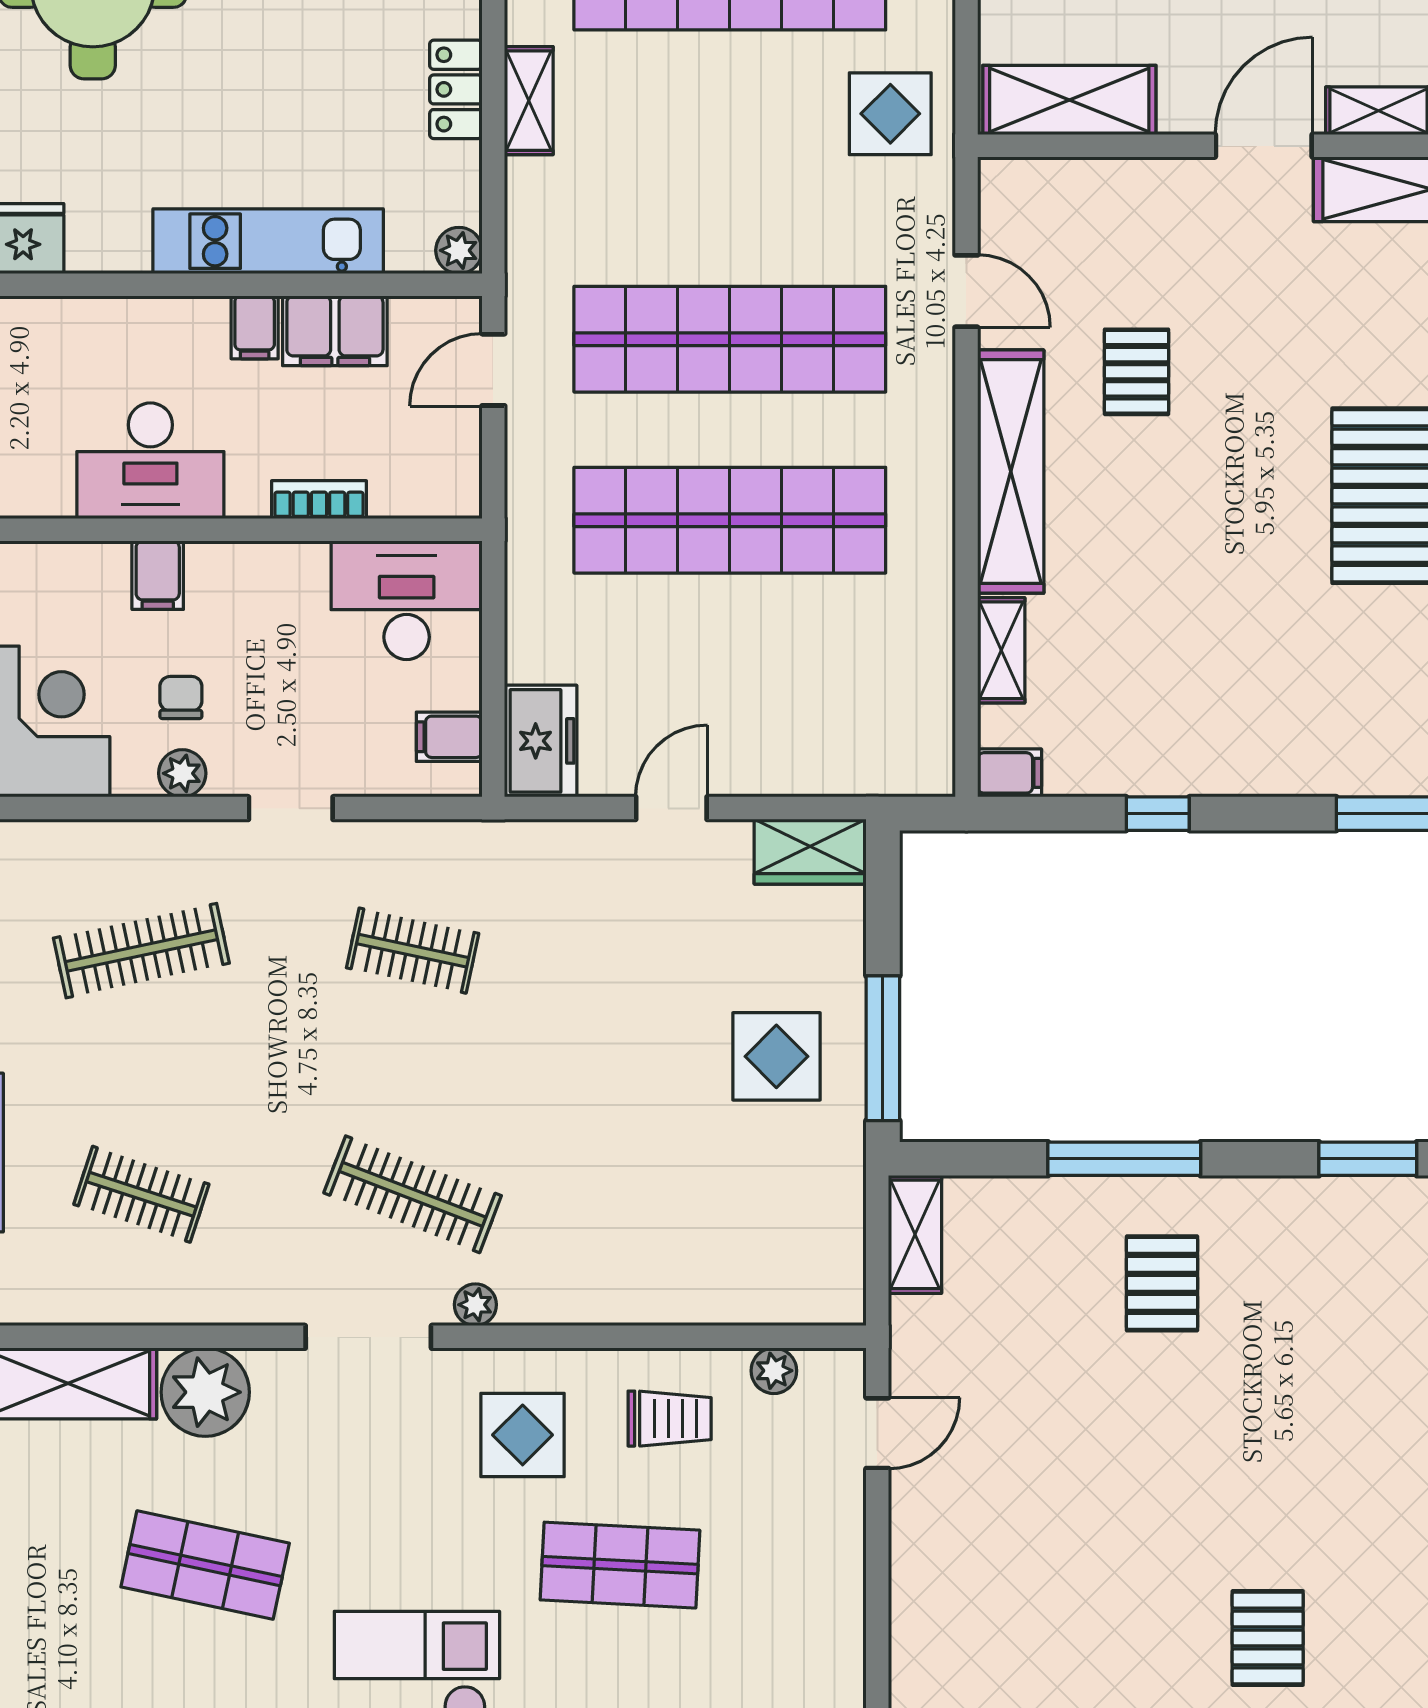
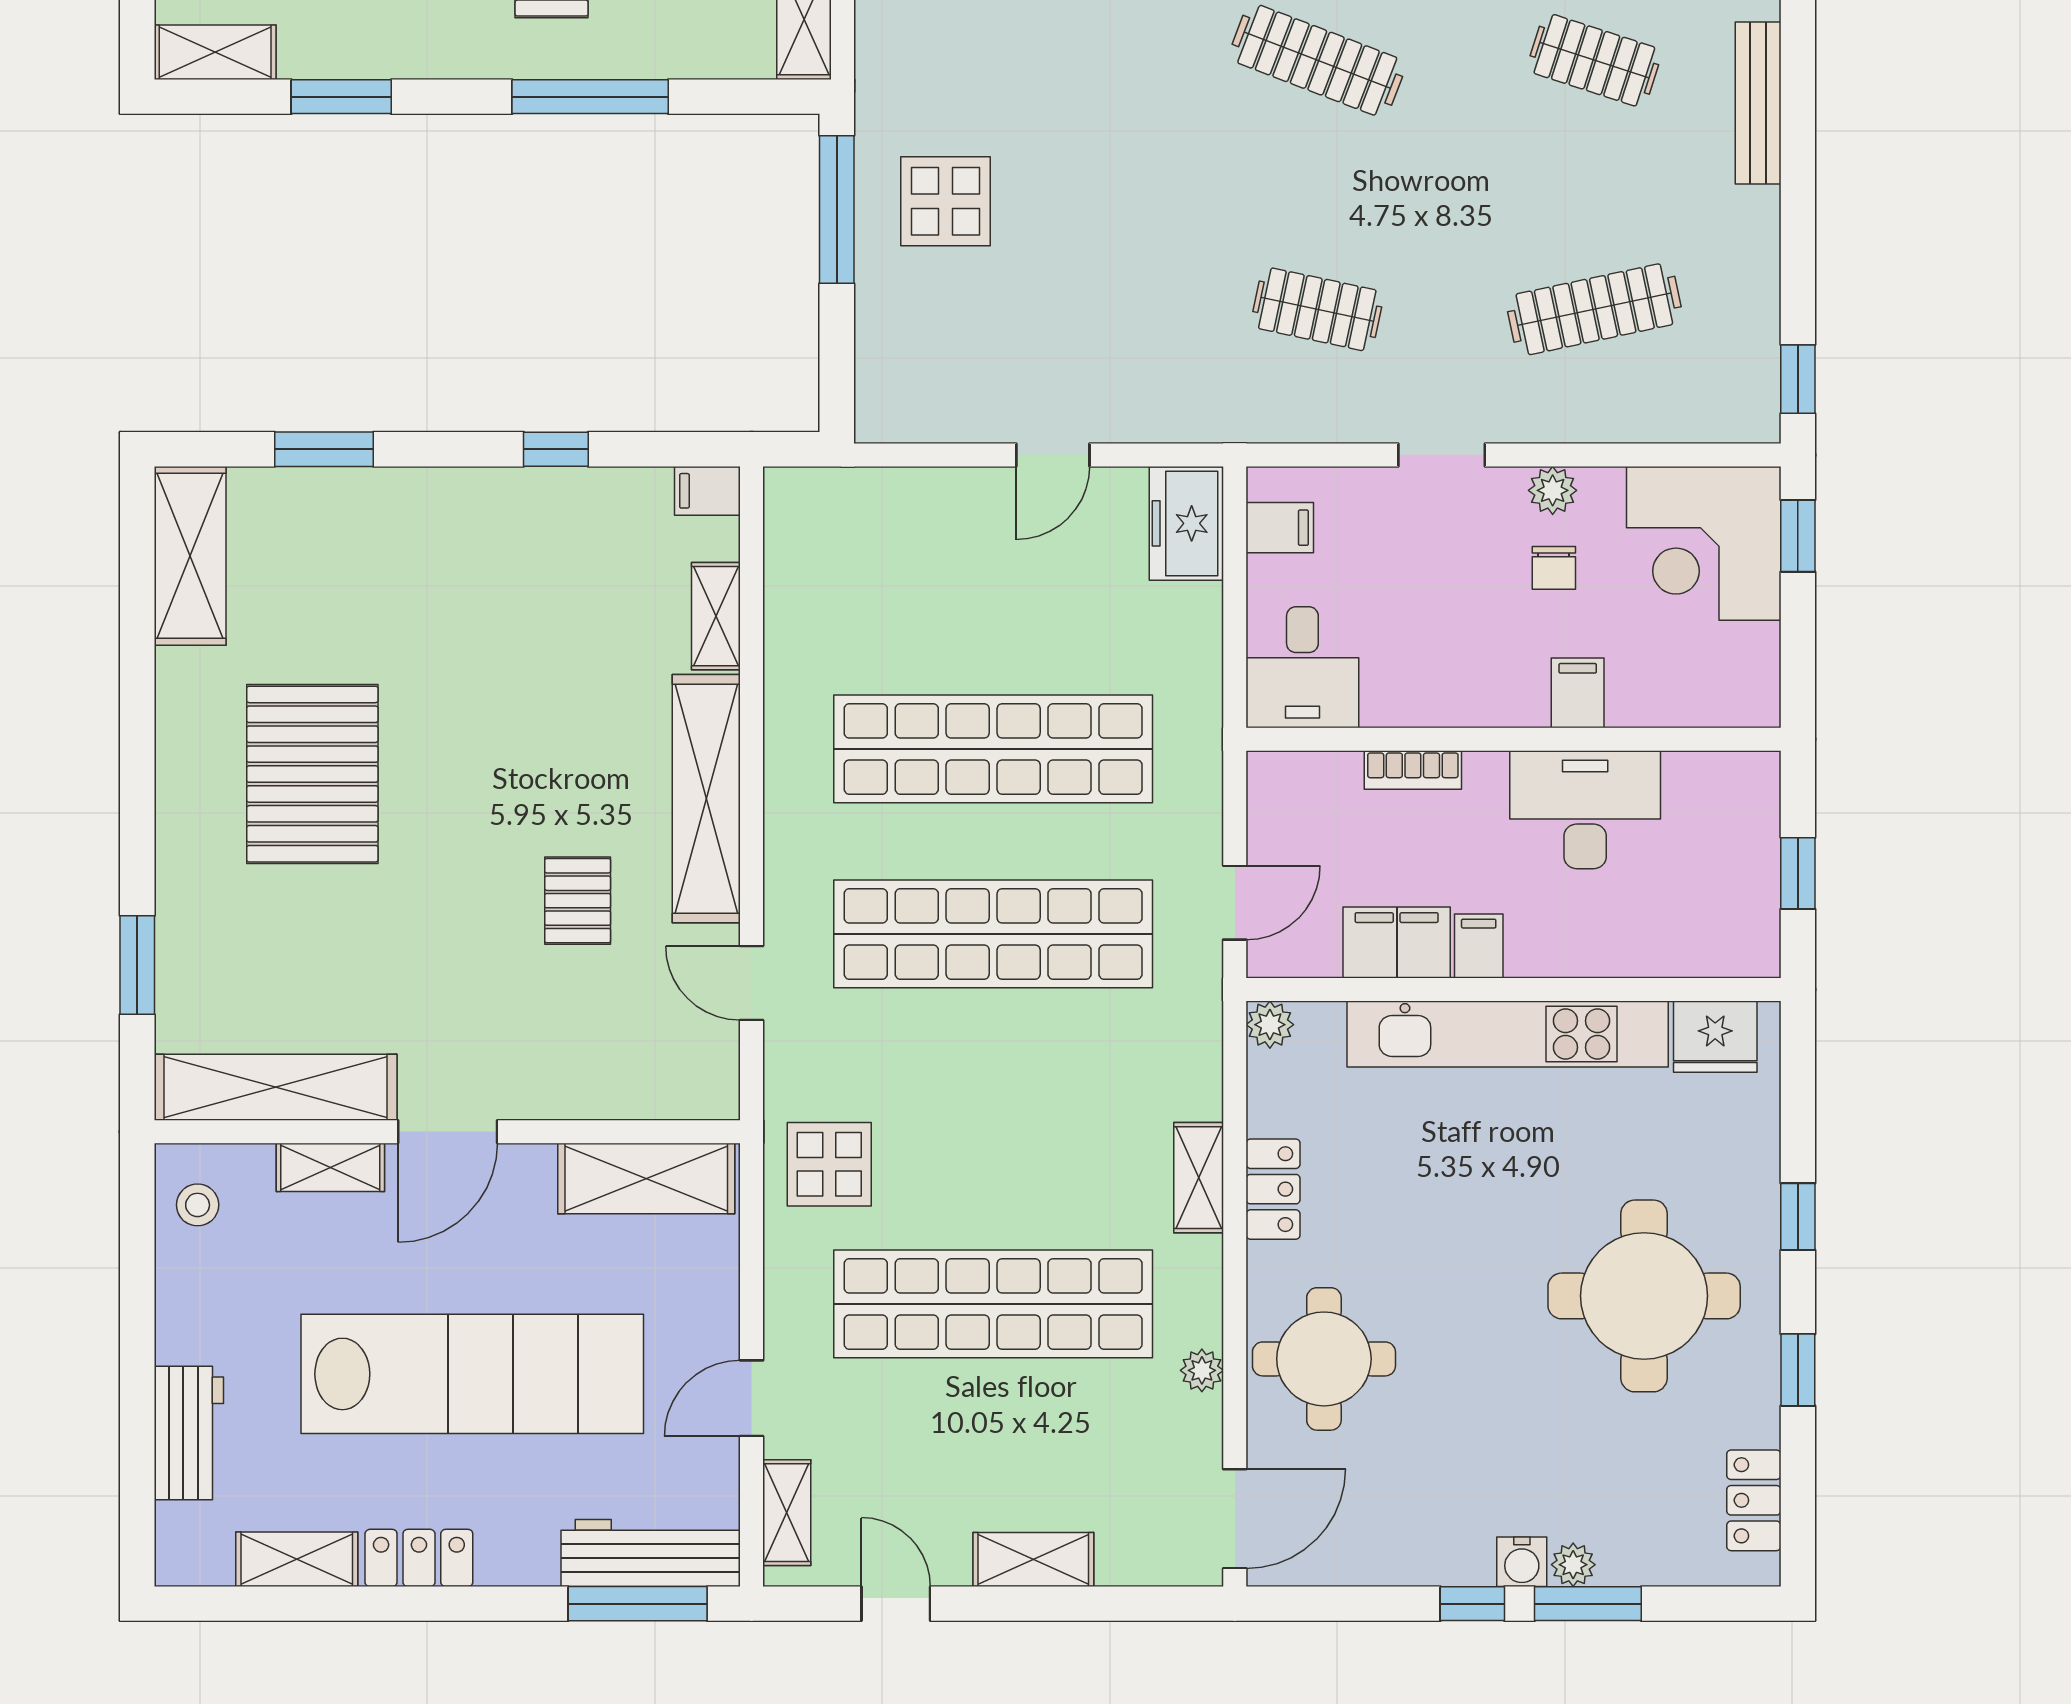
kitchen unit: (268, 241) -> (1508, 1034), width x1.36
desk: (407, 600) -> (1302, 667), width x0.73
wardrobe: (810, 852) -> (911, 410), removed

